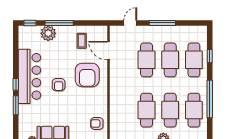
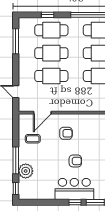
window: (162, 23) -> (16, 41), moved
armchair: (87, 75) -> (66, 133), width x0.53, depth x0.53
bar counter: (30, 76) -> (74, 189), width x0.73

